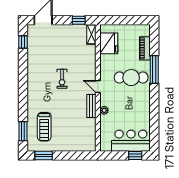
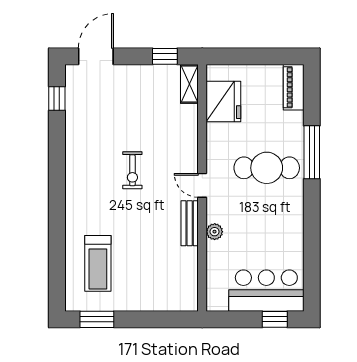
piano: (145, 48) -> (294, 87), moved
window: (23, 131) -> (57, 272), removed

